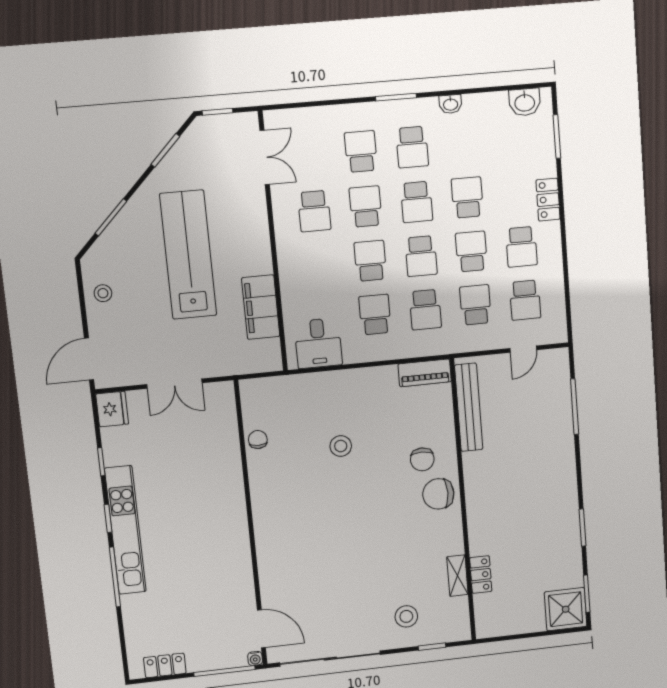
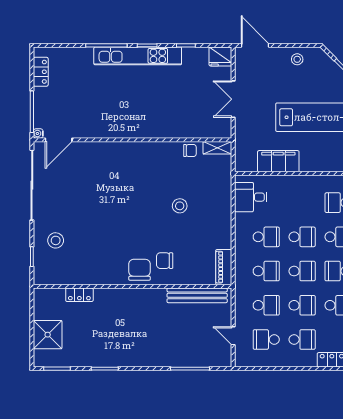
school desk: (521, 247) -> (302, 340), turned 180
school desk: (421, 256) -> (302, 271), turned 180
school desk: (425, 310) -> (266, 271), turned 180
shelving: (457, 576) -> (217, 148), moved
shower: (566, 609) -> (48, 335), moved

